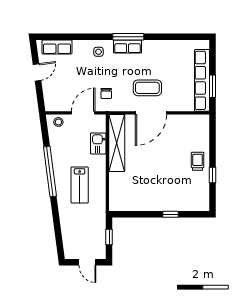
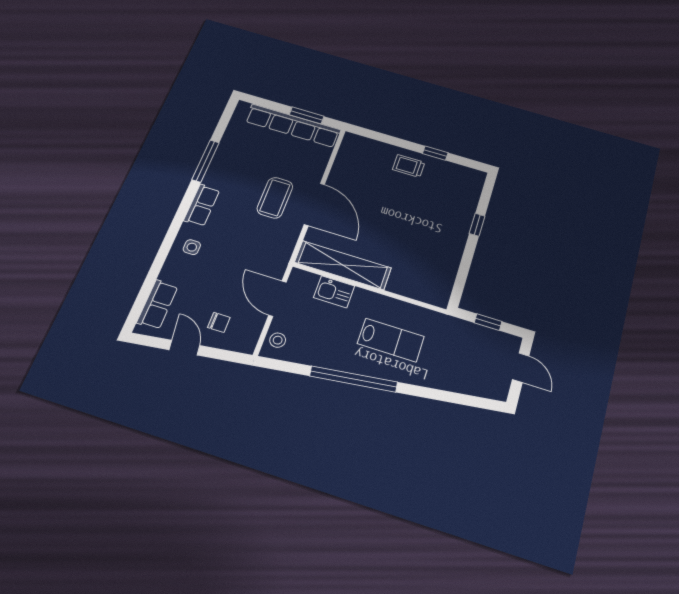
window: (128, 37) -> (206, 161), moved
chair: (106, 93) -> (219, 322), moved
door: (87, 262) -> (521, 368), hinge flipped

